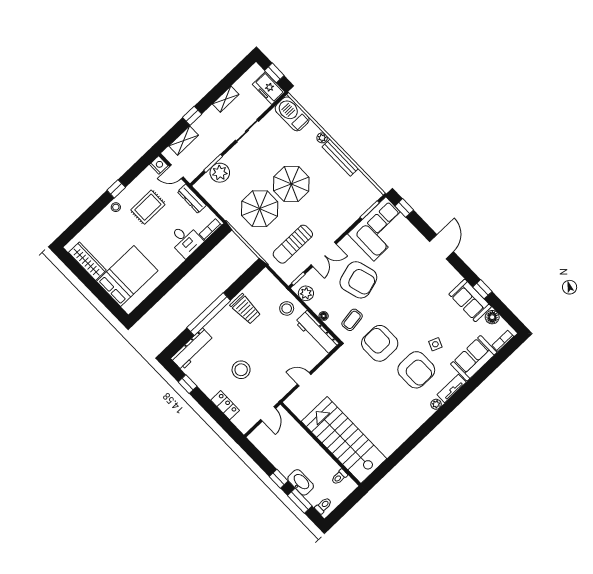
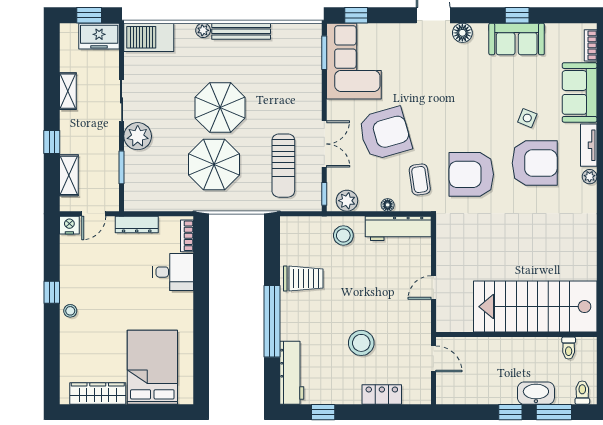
plant: (220, 173) -> (138, 136), moved
rug: (148, 207) -> (102, 278), removed
floor lamp: (492, 317) -> (462, 33), moved

